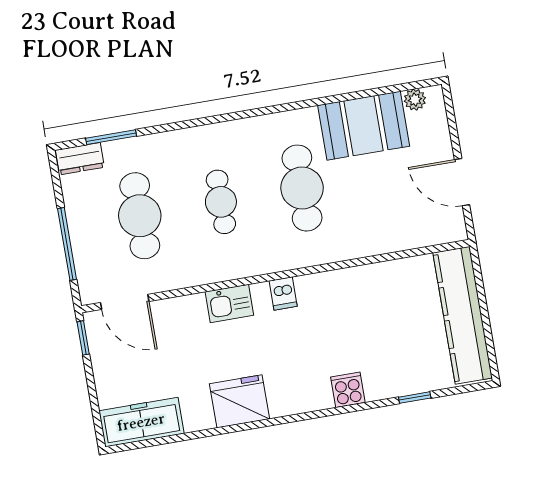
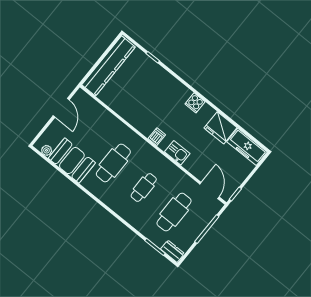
cooker: (348, 390) -> (195, 103), moved
fridge: (239, 401) -> (220, 128), moved

